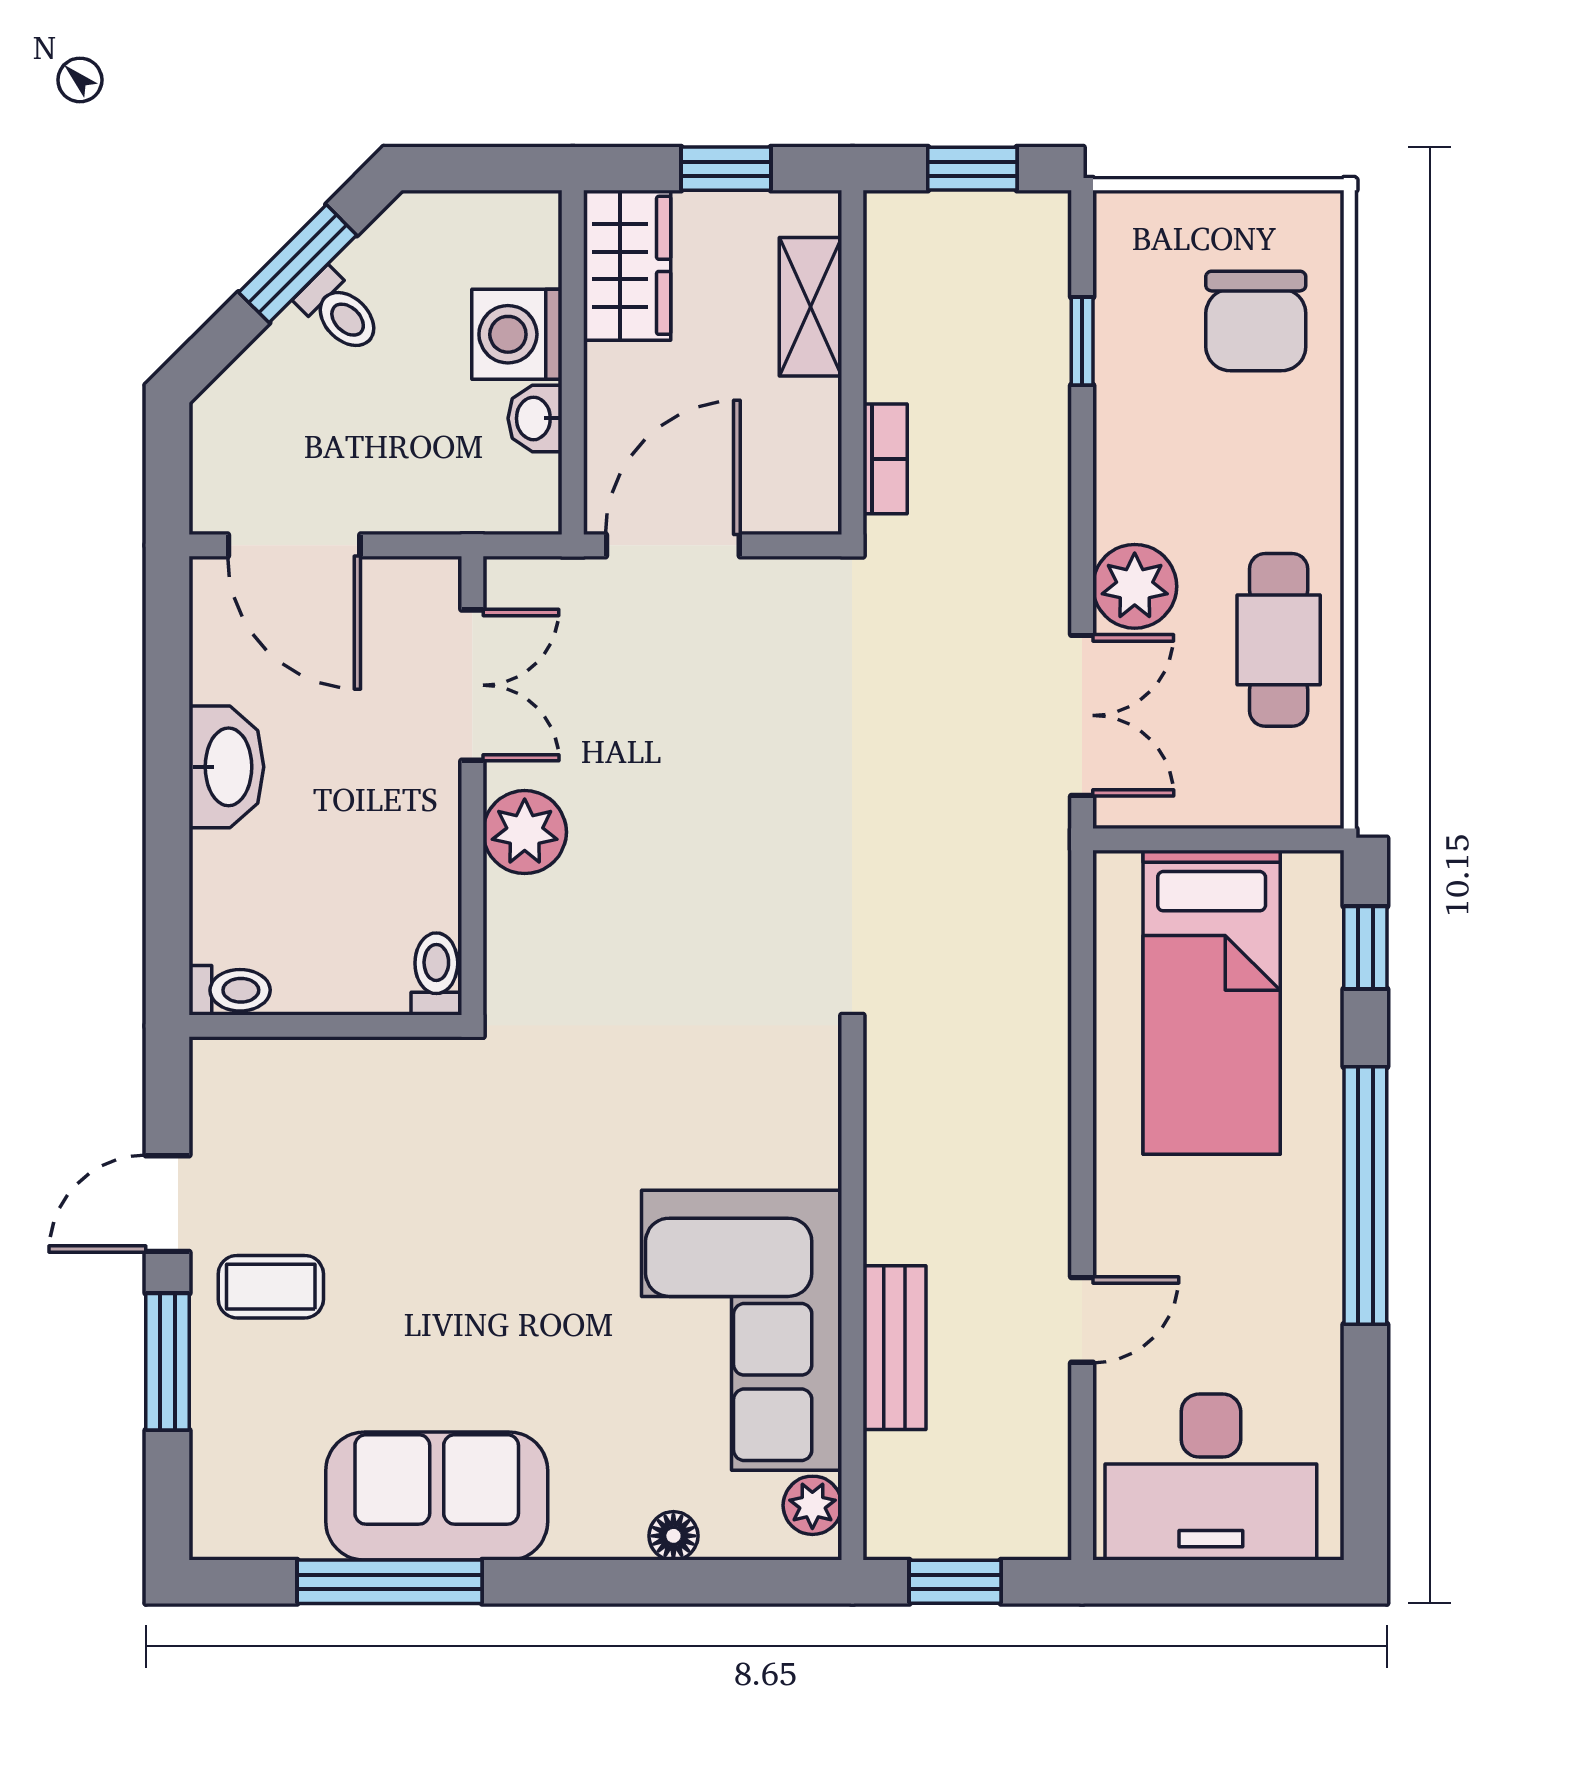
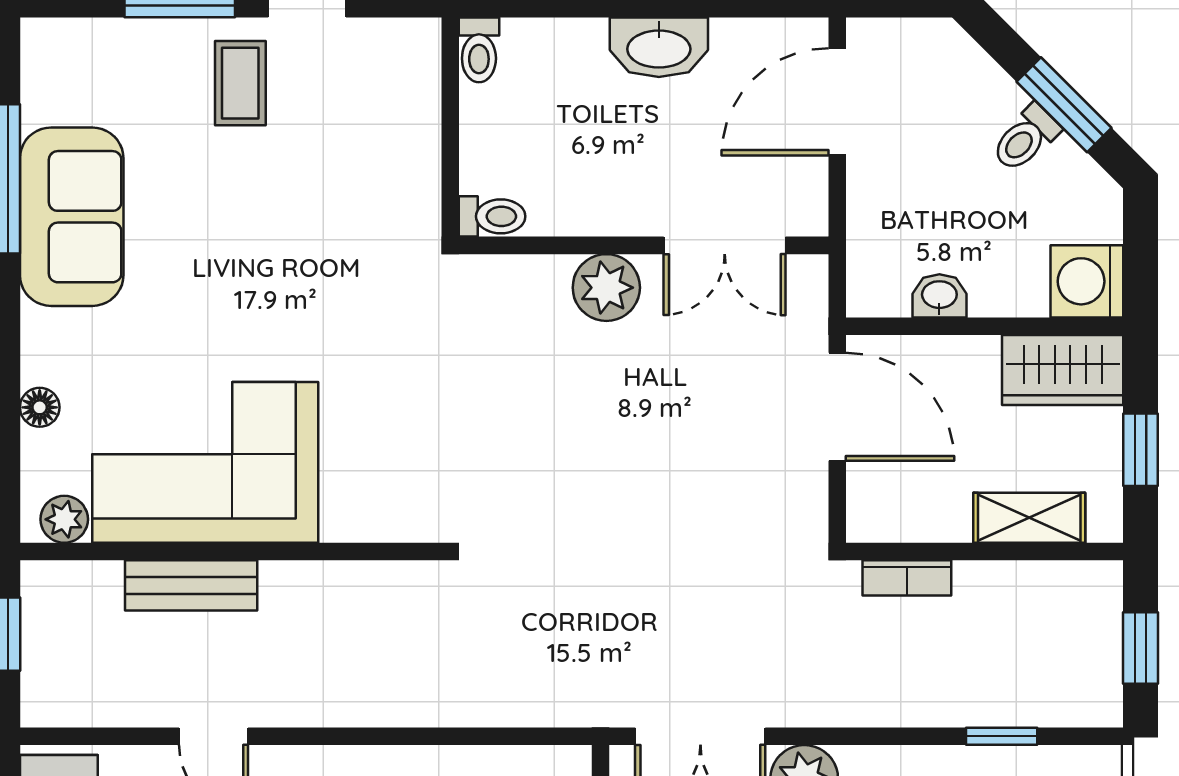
washing machine: (517, 334) -> (1087, 281), moved, turned -90

